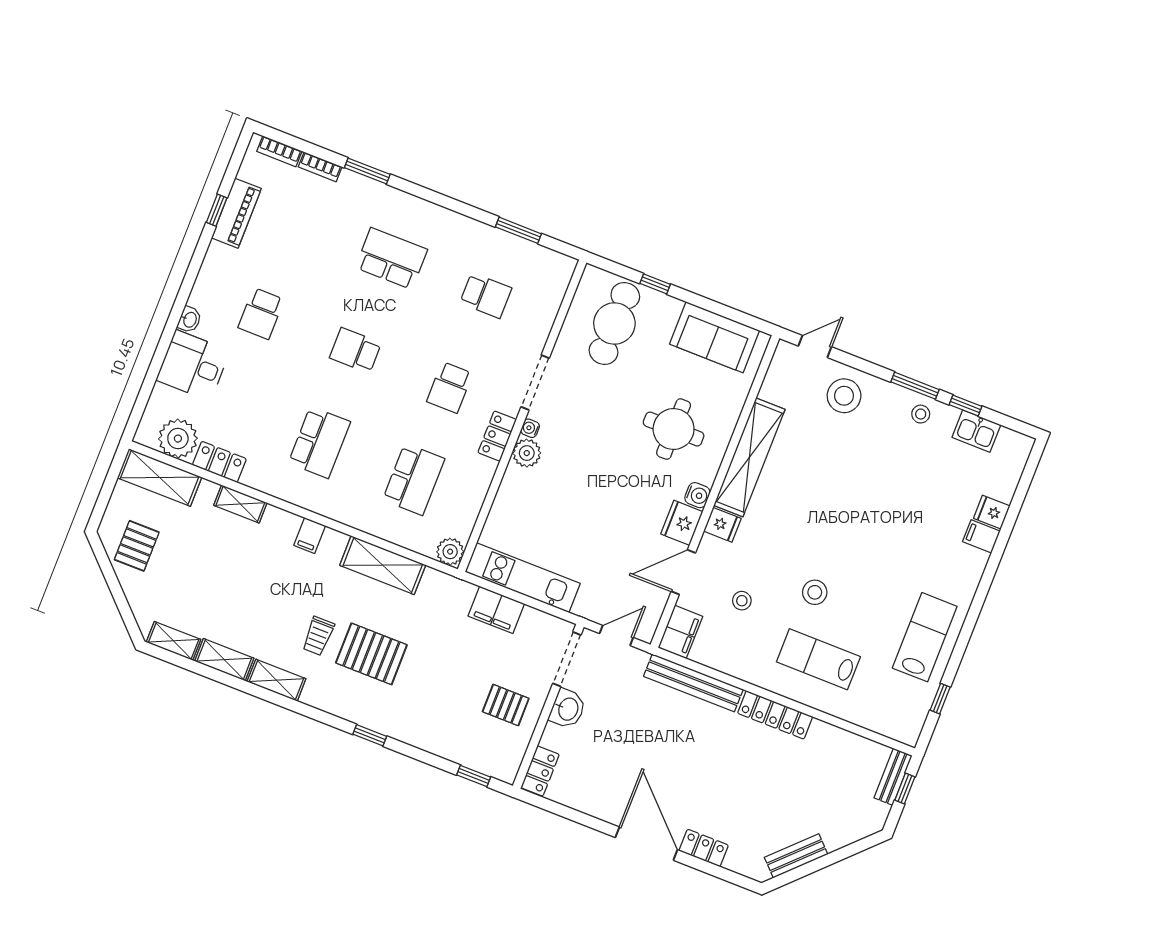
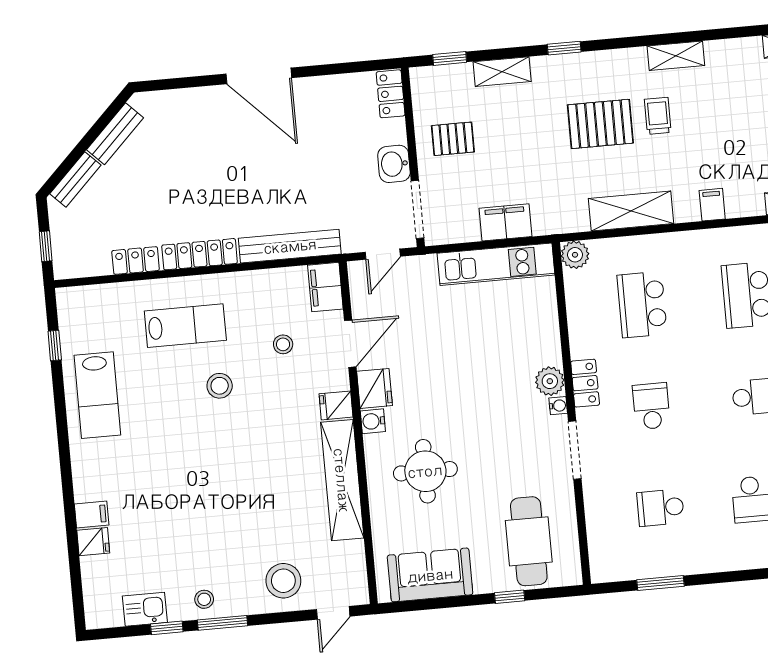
shelving: (224, 660) -> (502, 72), moved
bench: (893, 777) -> (75, 179), moved, turned 45
locker: (704, 848) -> (136, 261), moved, turned 180

